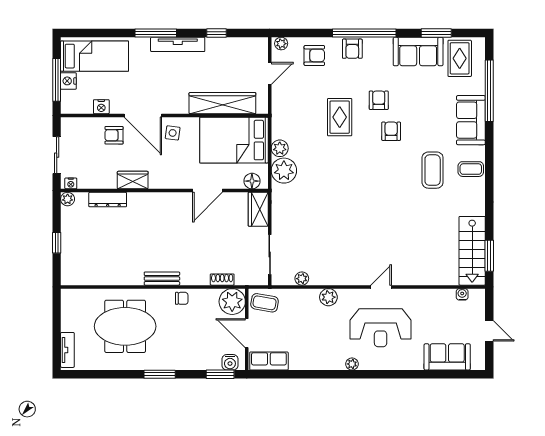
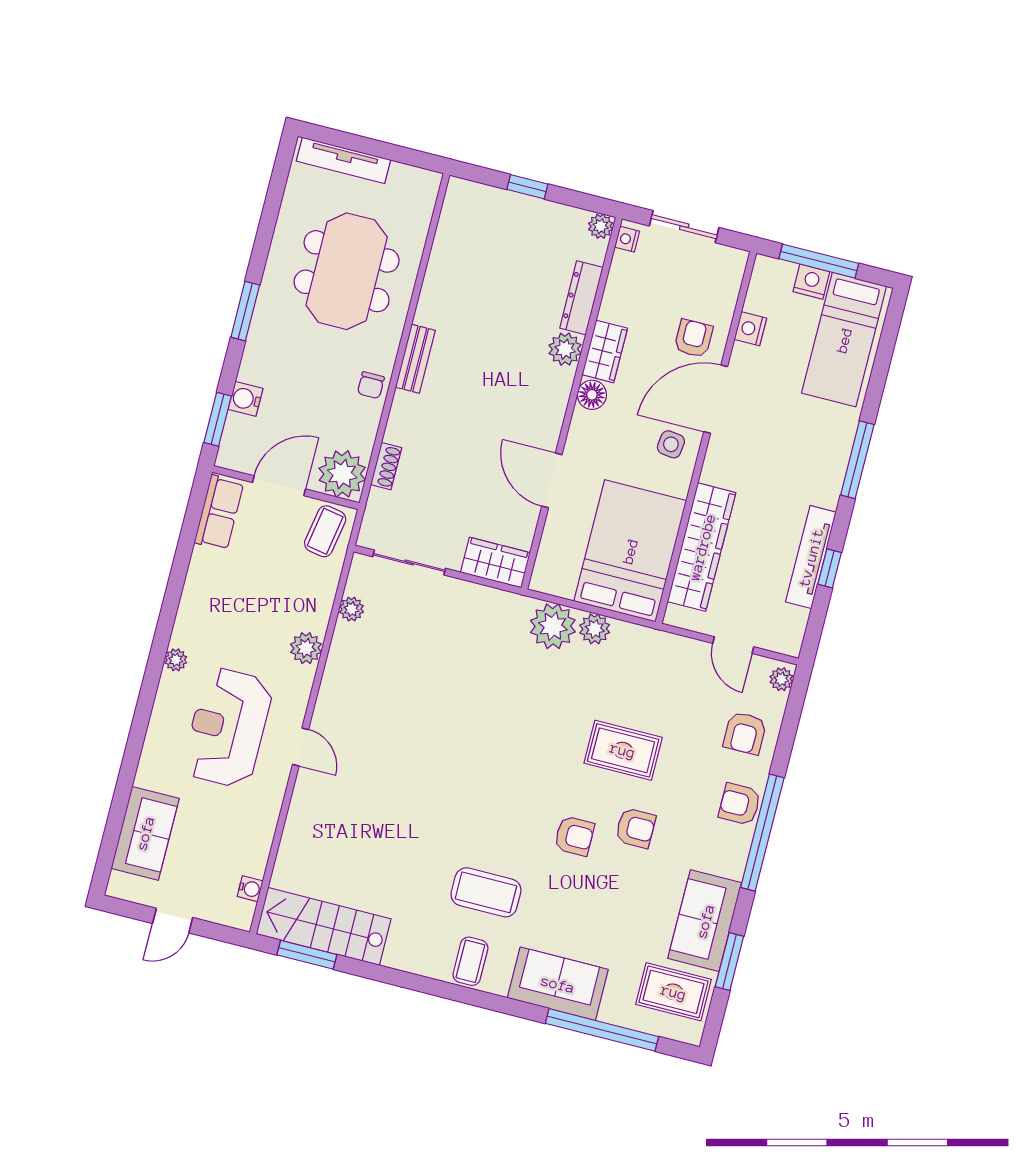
tv unit: (178, 44) -> (811, 557), moved
floor lamp: (252, 181) -> (592, 395), moved
plant: (137, 201) -> (565, 349), added
tv unit: (67, 350) -> (344, 160), width x1.41
water cooler: (230, 362) -> (246, 399), moved

